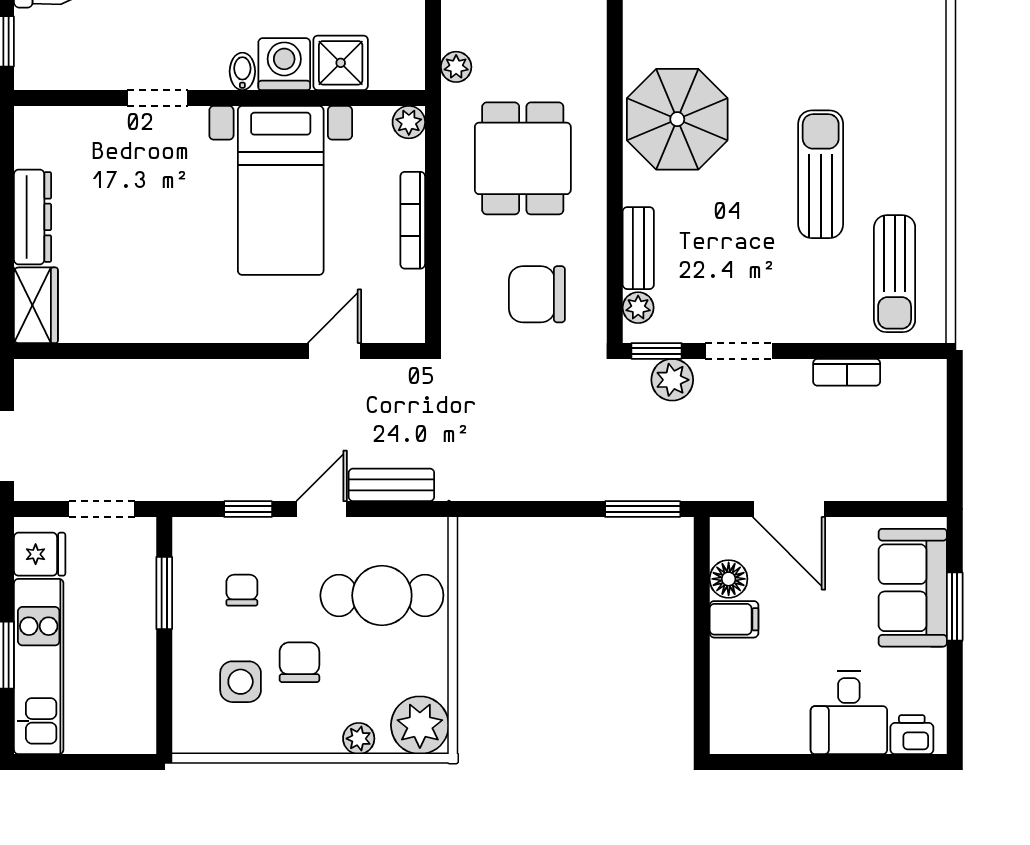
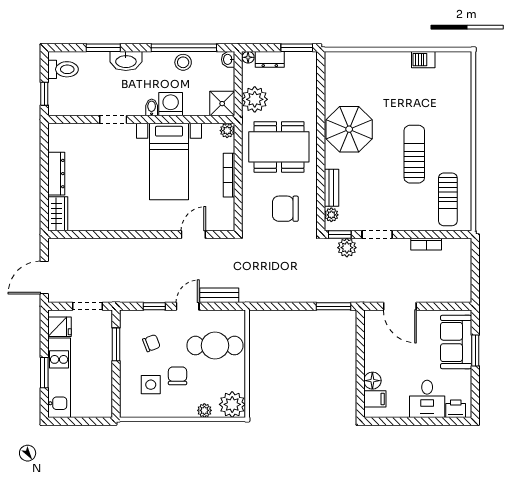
shower: (341, 63) -> (222, 104), moved
plant: (456, 67) -> (255, 99), width x1.88, depth x1.88
dining table: (523, 158) -> (279, 147), width x1.38
floor lamp: (729, 579) -> (372, 381), moved
chair: (242, 590) -> (151, 343), turned 69
filing cabinet: (734, 619) -> (375, 399), moved

